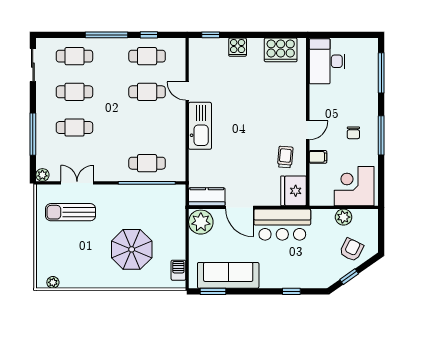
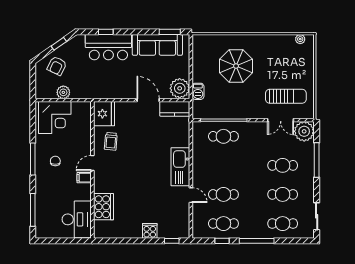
cooker: (281, 50) -> (104, 207), moved, turned 90
filing cabinet: (318, 157) -> (84, 178), moved
plant: (42, 175) -> (304, 131), width x1.88, depth x1.88
bar counter: (282, 225) -> (108, 47), moved, turned 180
barbecue: (178, 270) -> (198, 91), moved

